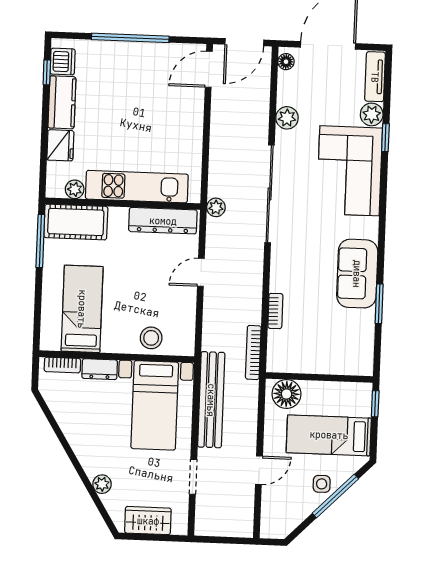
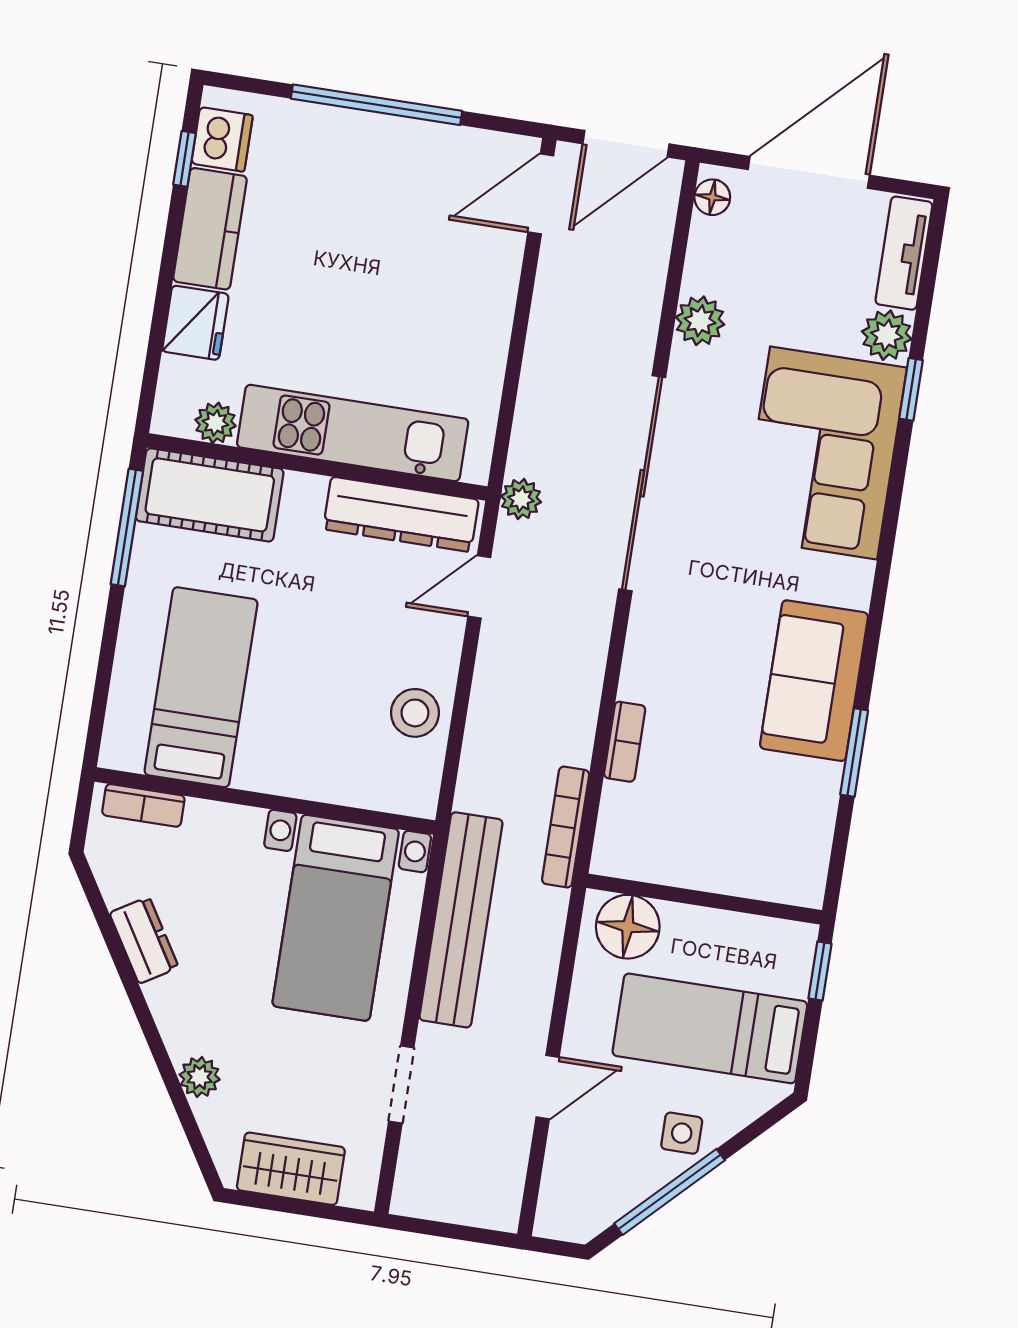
door: (201, 272) -> (479, 587), moved
stool: (151, 338) -> (415, 713), moved
dresser: (100, 369) -> (144, 940), moved, turned -122
window: (335, 496) -> (670, 1192), moved

